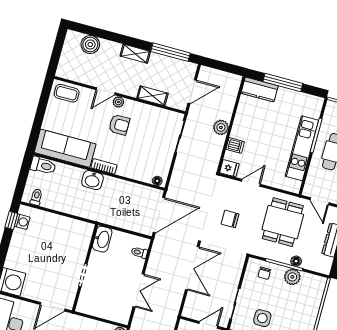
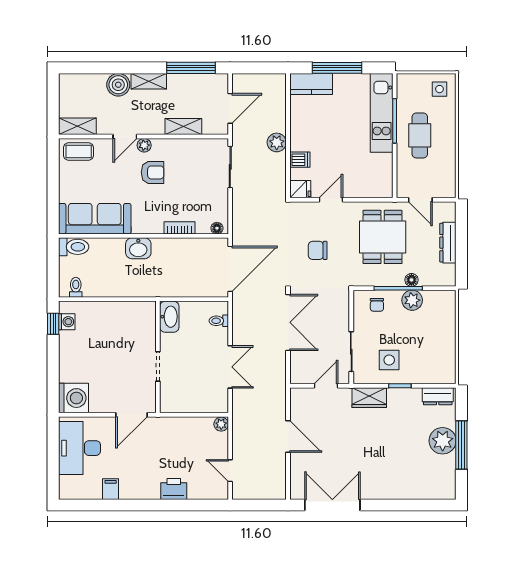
boiler: (90, 44) -> (118, 85), moved
shelving: (71, 74) -> (77, 126), added
kitchen unit: (302, 148) -> (382, 113), moved
bookcase: (104, 166) -> (179, 228), moved

